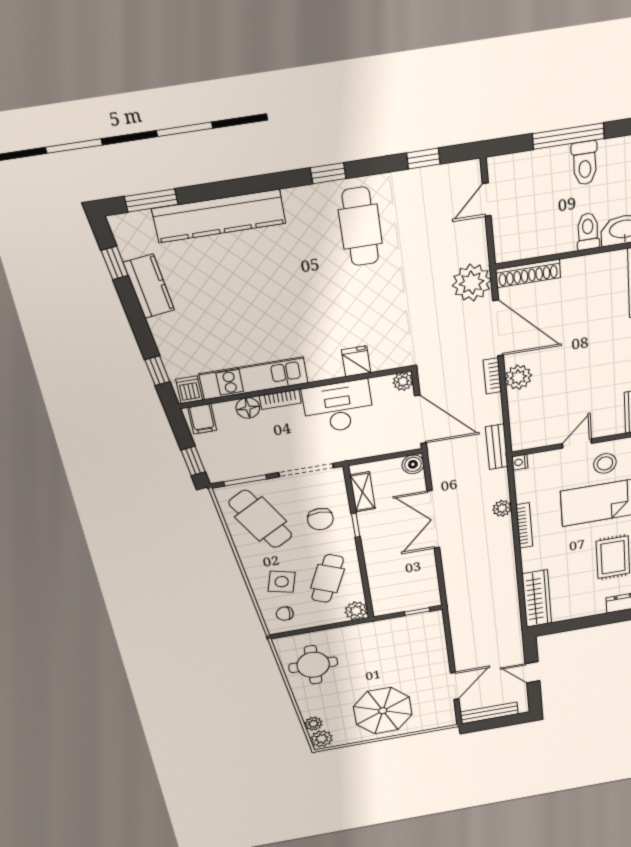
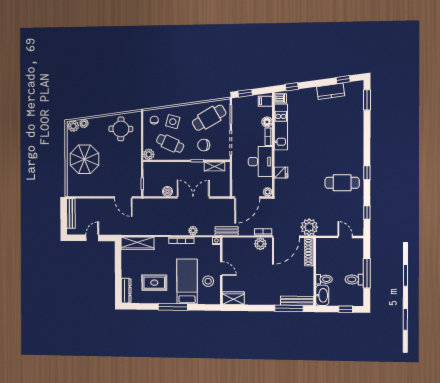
kitchen counter: (219, 216) -> (356, 126), removed
boiler: (413, 464) -> (167, 191), moved
door: (455, 686) -> (123, 197), moved

